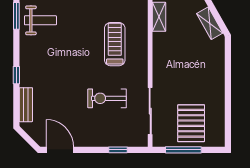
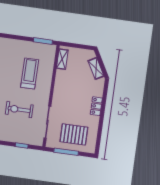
locker: (218, 78) -> (96, 106), added
pallet: (191, 123) -> (74, 134), turned 90

